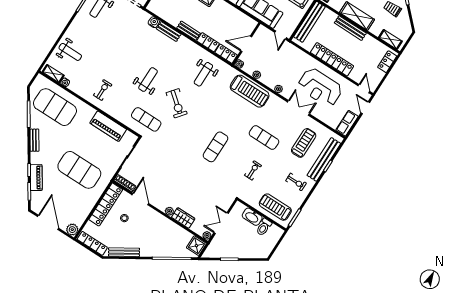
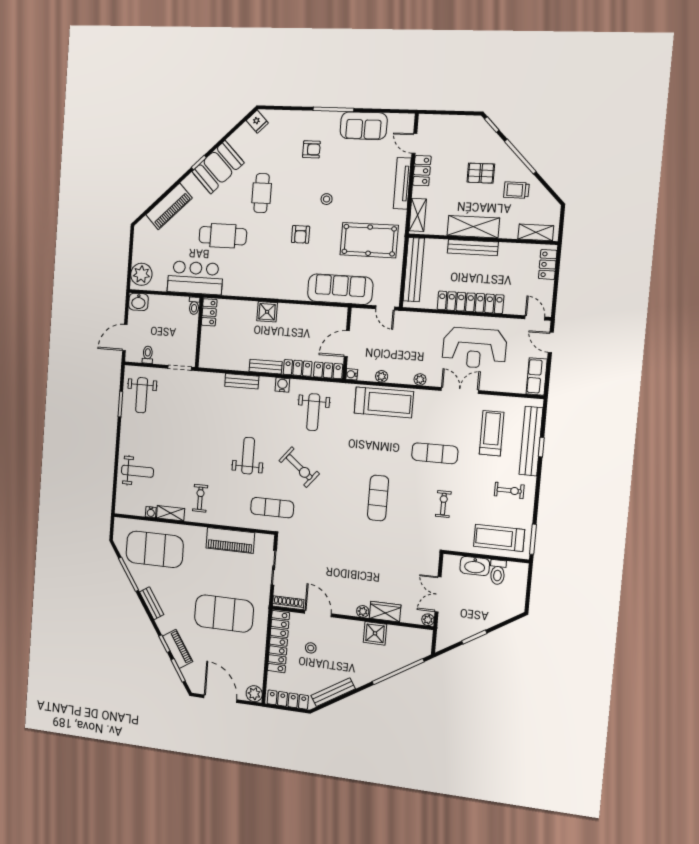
water cooler: (154, 22) -> (282, 385), moved
shelving: (53, 74) -> (171, 513), moved
shower: (196, 246) -> (375, 633), moved

